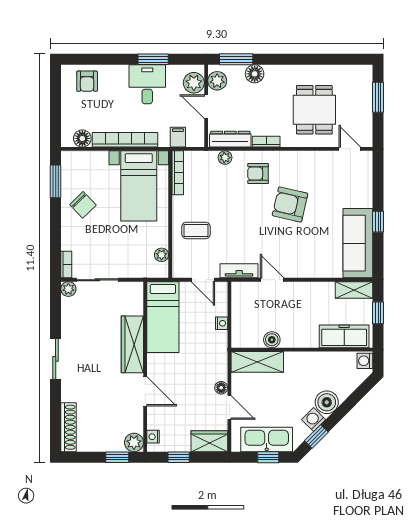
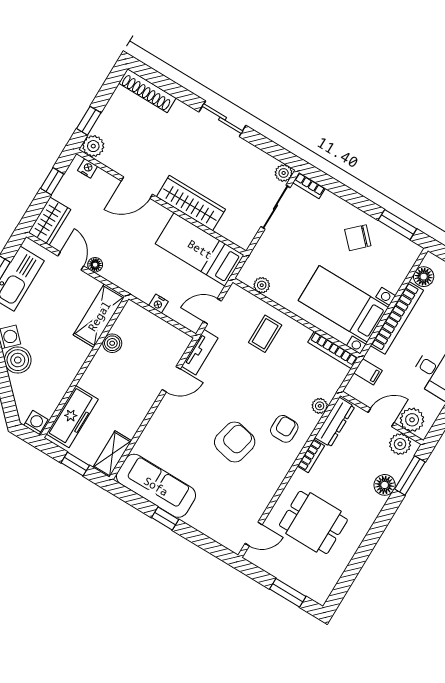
door: (229, 407) -> (71, 261), swing flipped

